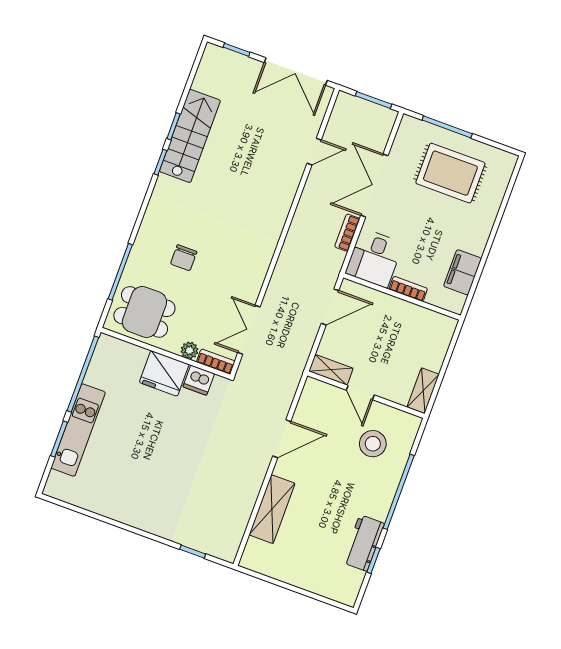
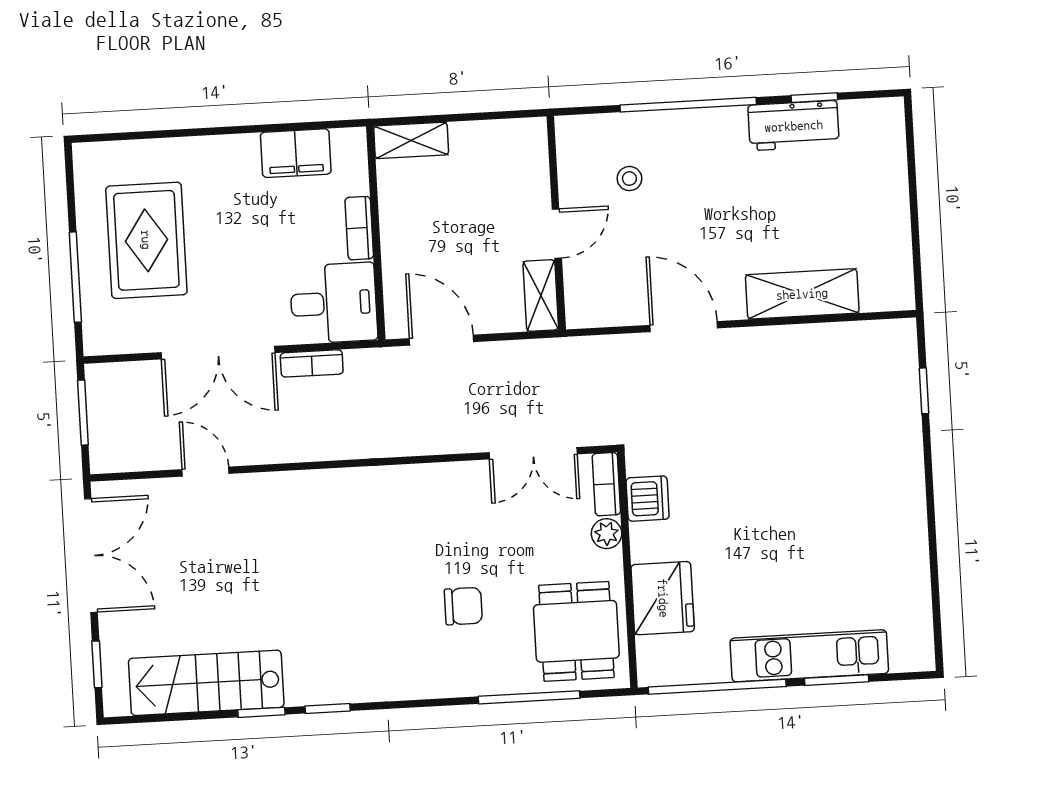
stairs: (190, 136) -> (206, 683), moved
fridge: (164, 373) -> (663, 598), moved
shelving: (423, 391) -> (411, 140), moved
stool: (373, 444) -> (629, 179), width x0.53, depth x0.53

